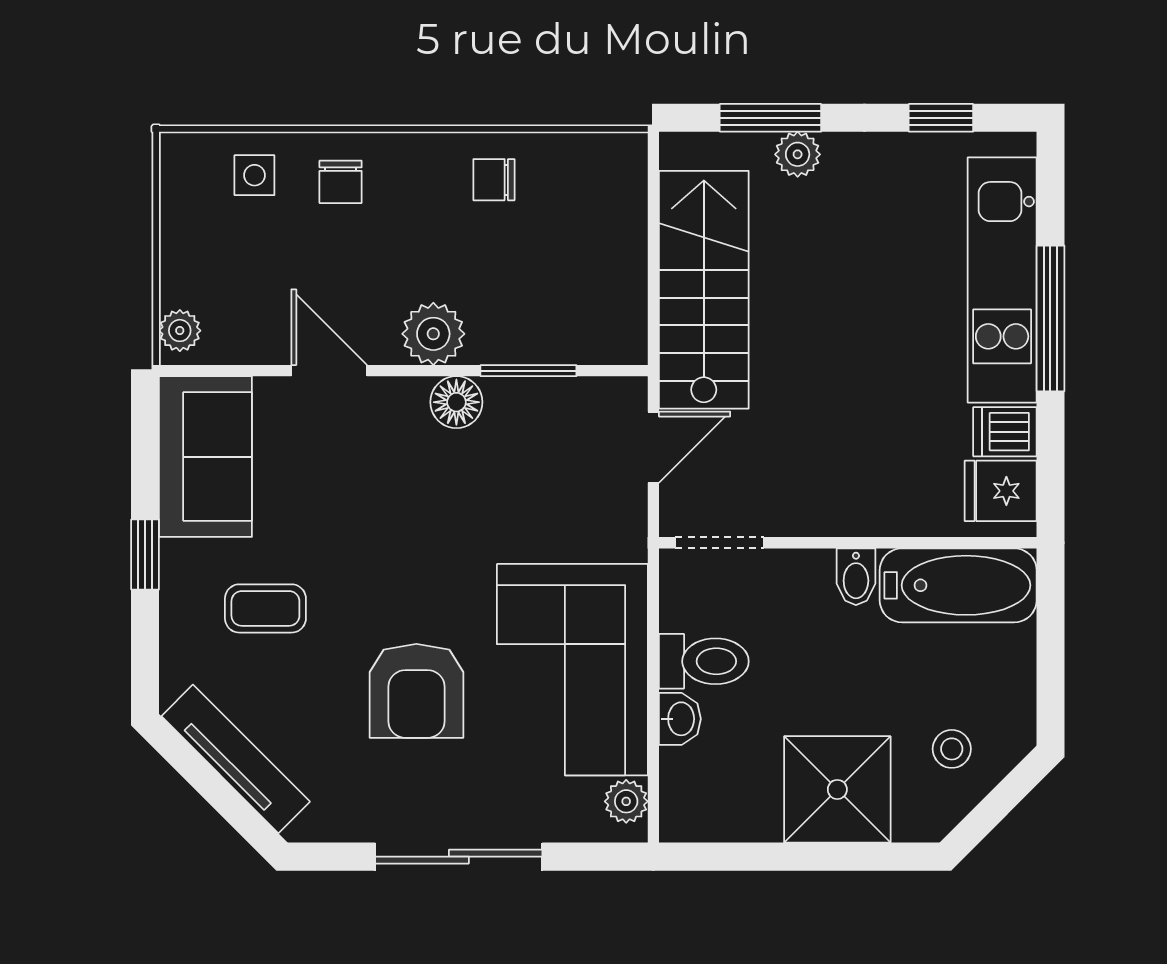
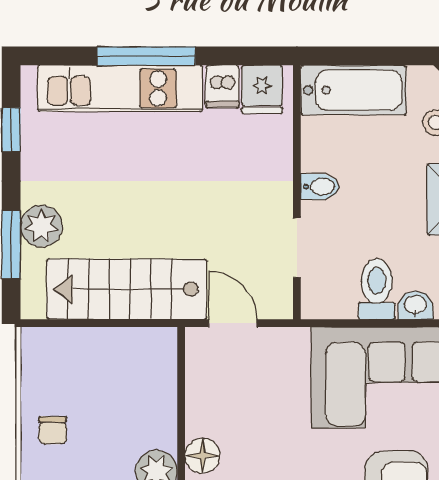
plant: (798, 154) -> (41, 226), width x1.38, depth x1.38
window: (528, 371) -> (181, 407), removed
doorway: (720, 543) -> (297, 248), moved
bathtub: (958, 585) -> (353, 90), moved, turned 90

